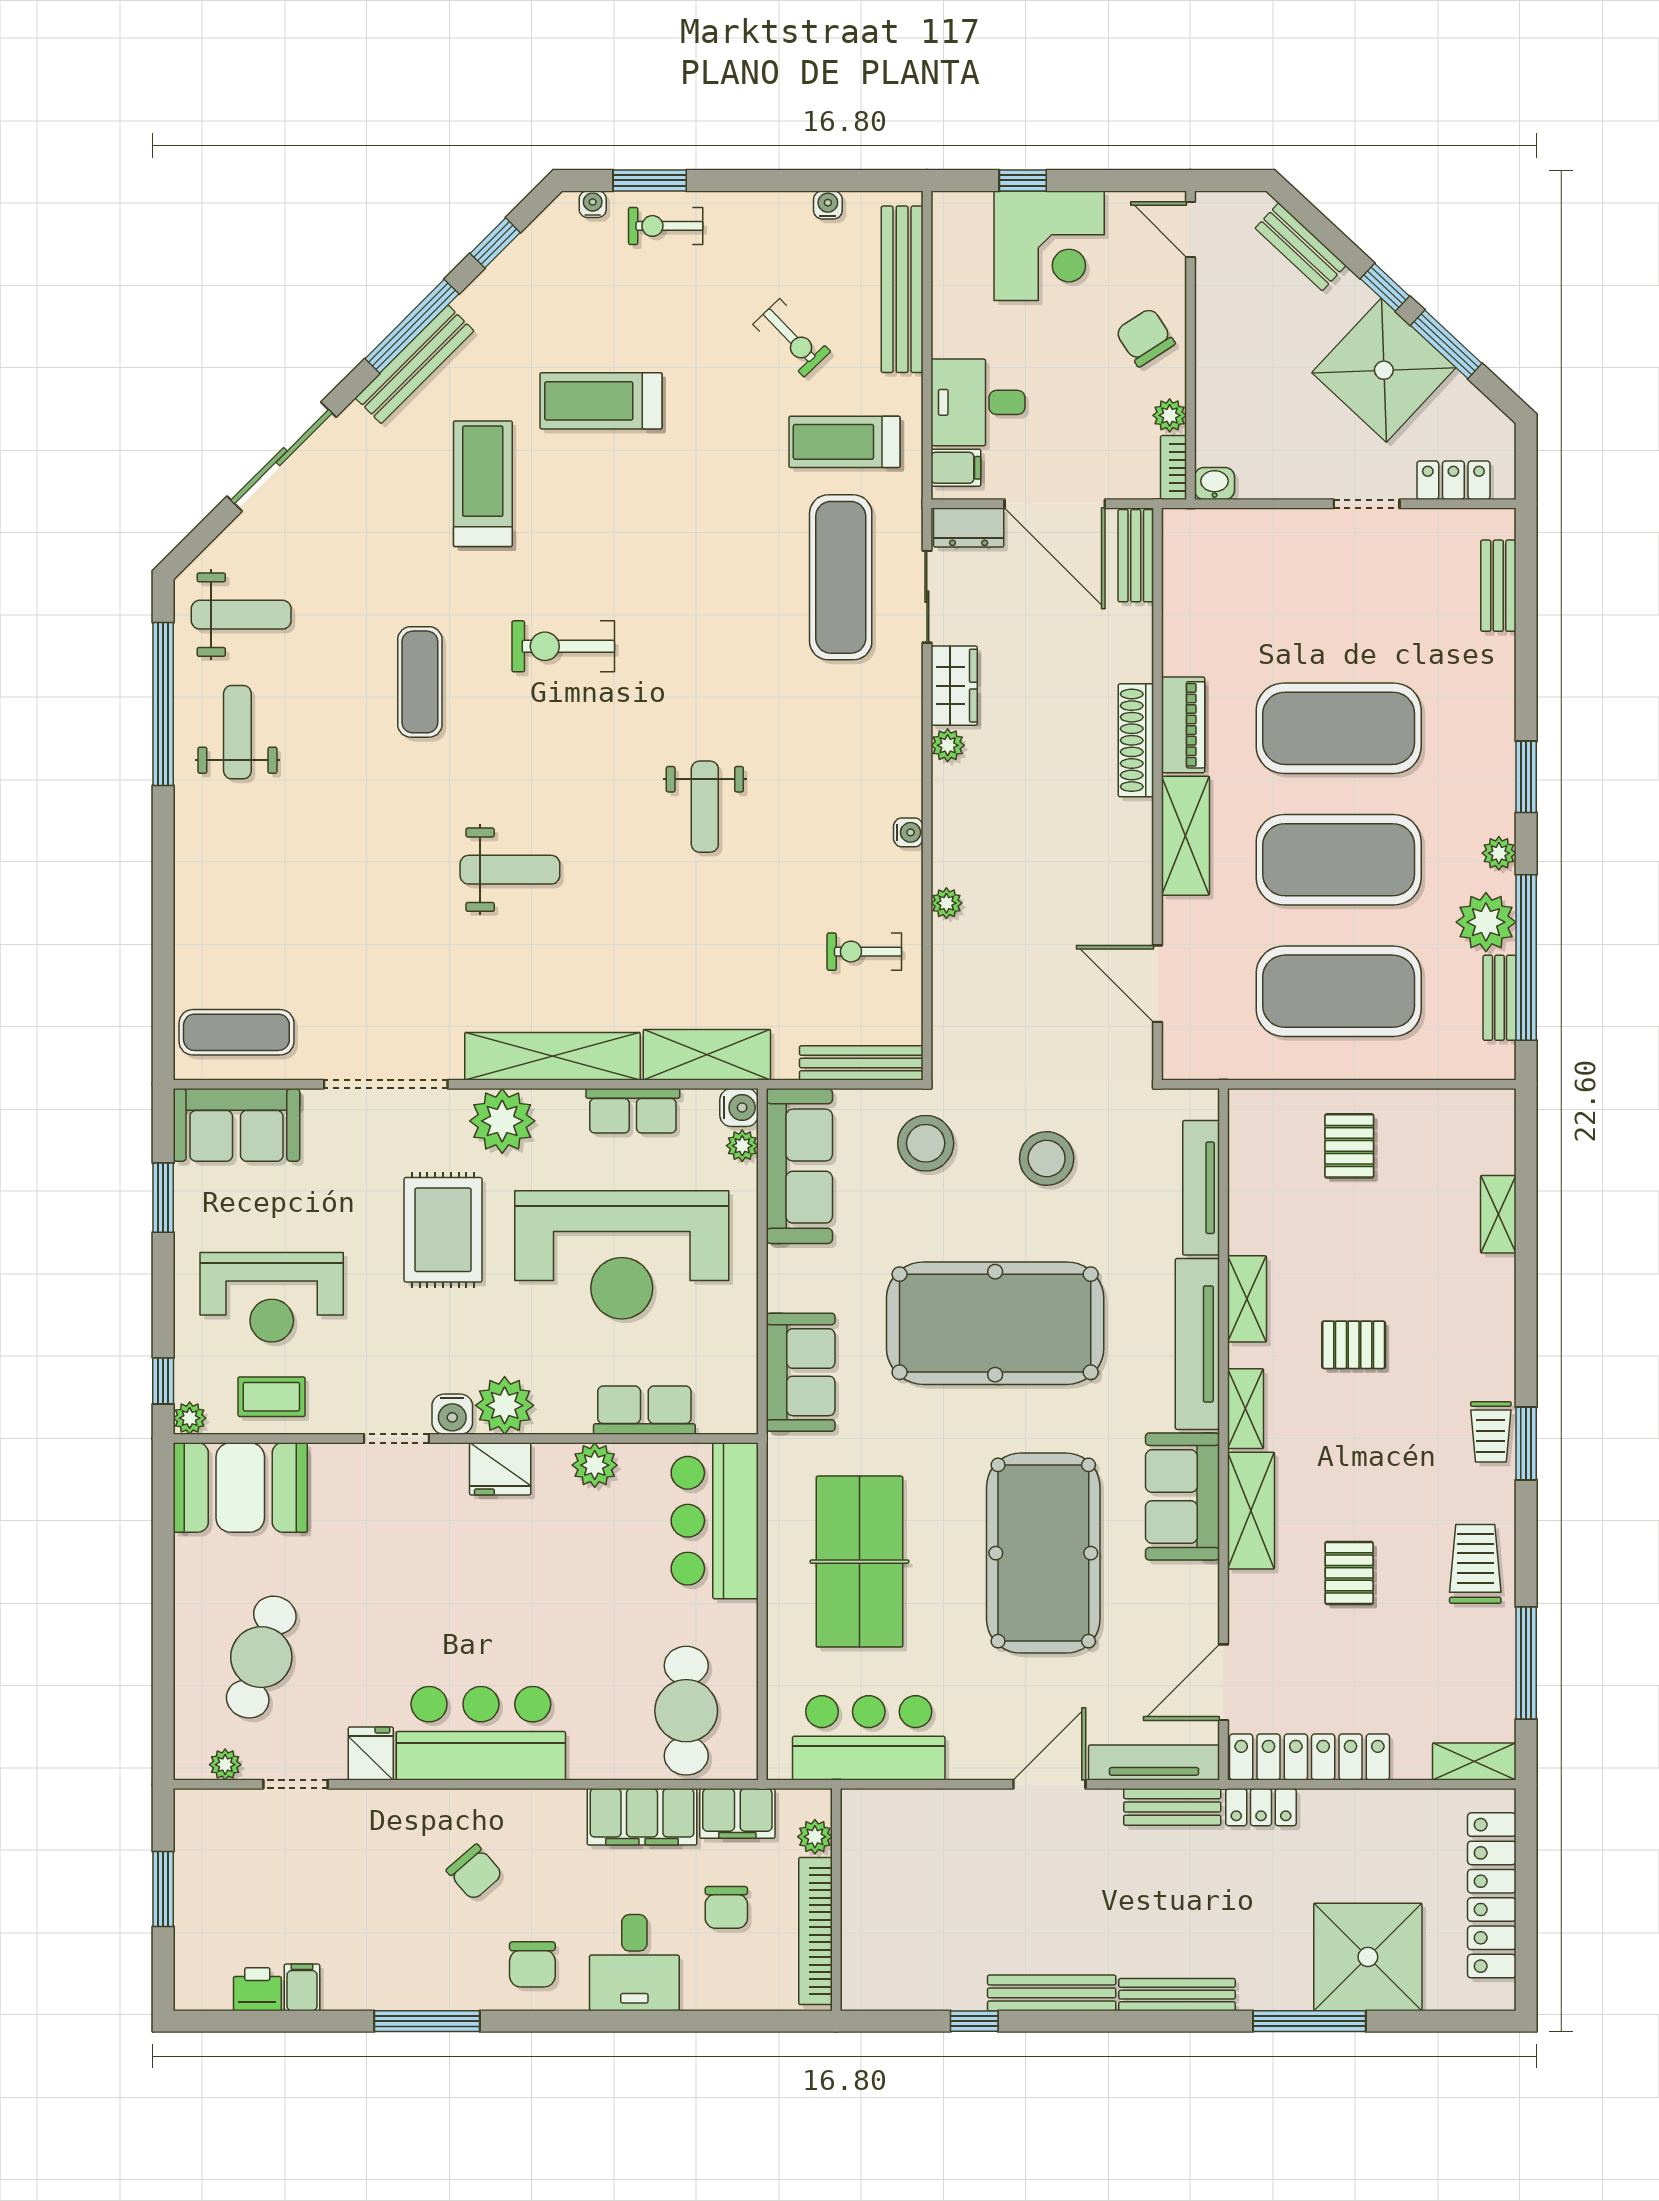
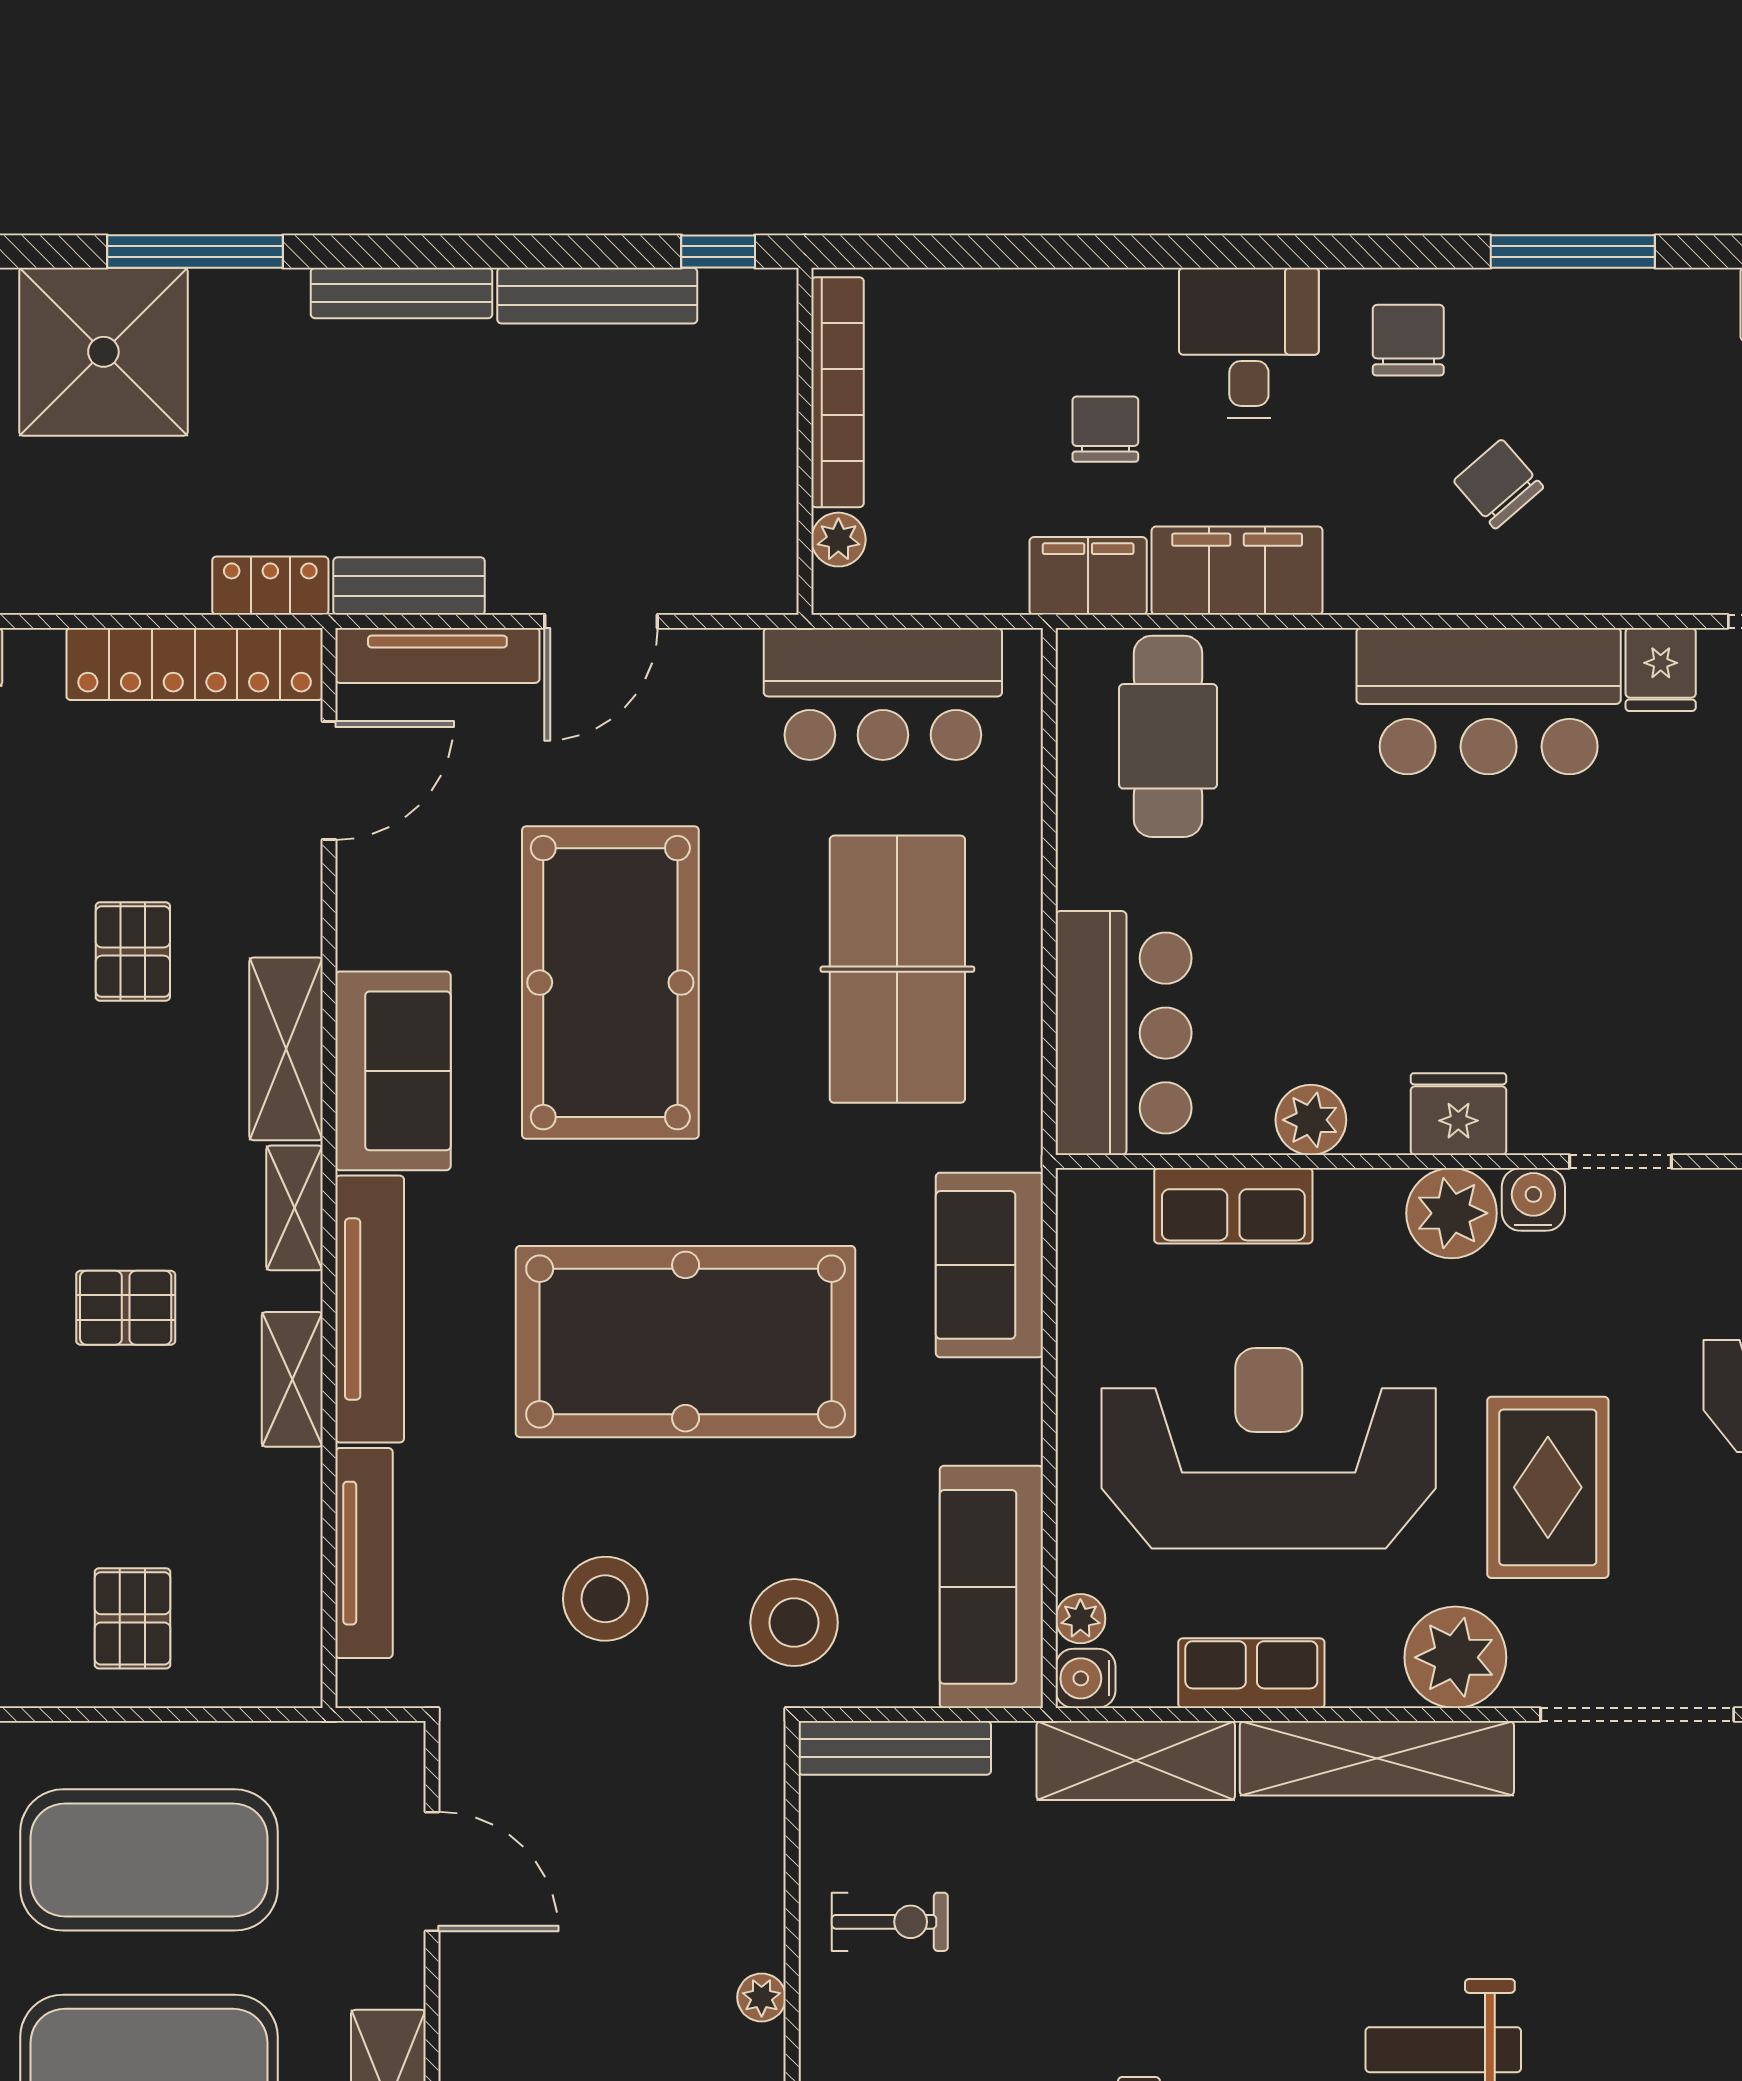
plant: (815, 1837) -> (838, 540), moved
wall: (836, 1900) -> (805, 441), moved
bookcase: (815, 1931) -> (837, 392), moved

